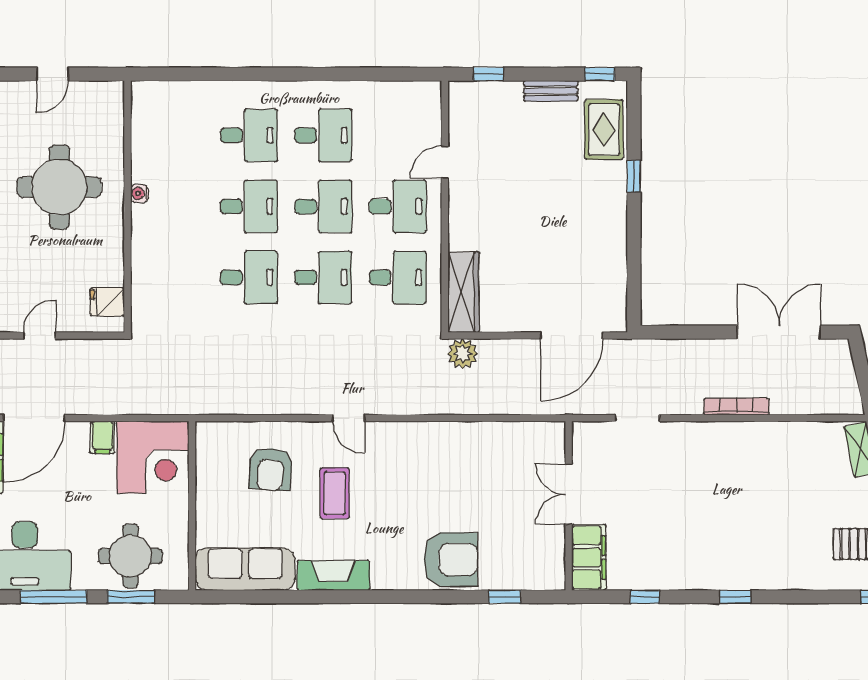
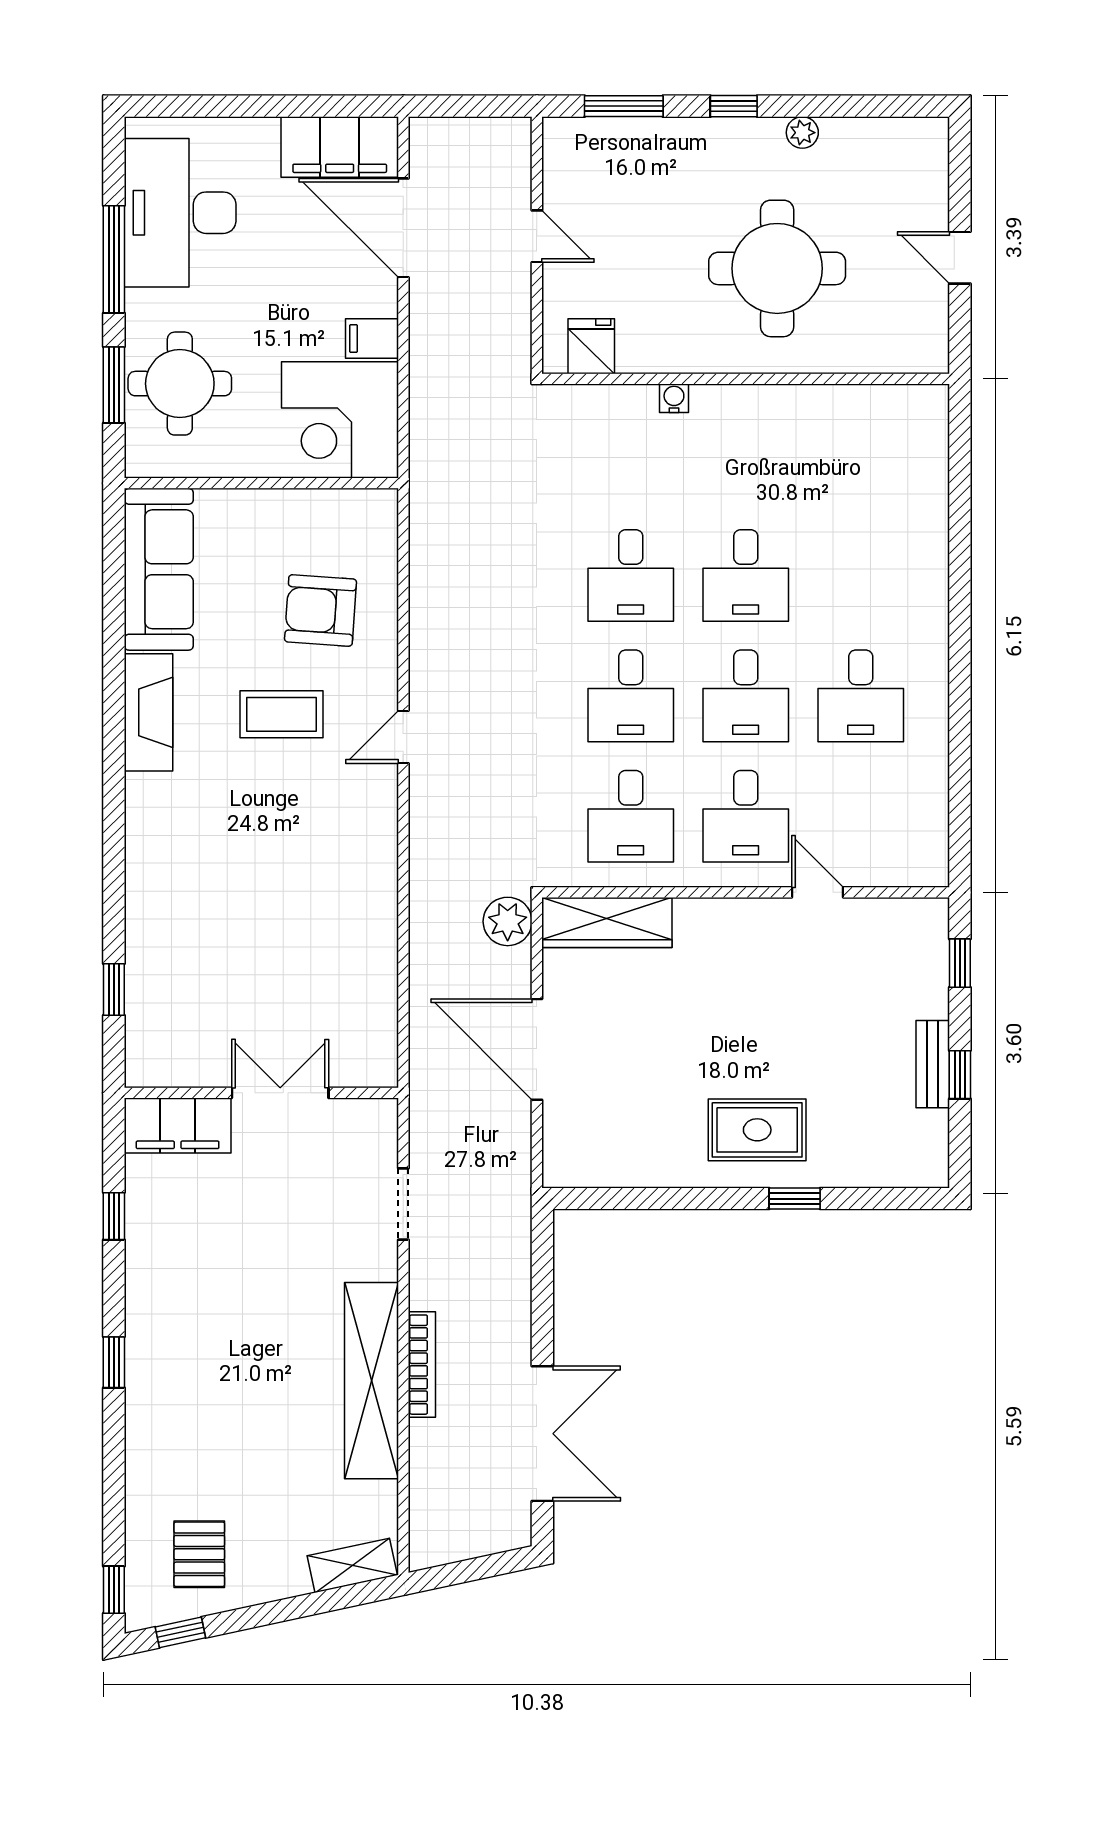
window: (600, 74) -> (960, 1075), moved
rug: (604, 130) -> (757, 1130), moved
desk: (249, 135) -> (861, 575), removed
water cooler: (139, 193) -> (674, 398), moved
door: (572, 335) -> (537, 1049), moved
shelving: (746, 438) -> (372, 1381), added
armchair: (451, 559) -> (174, 902), removed

